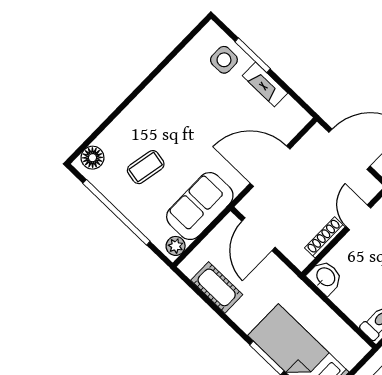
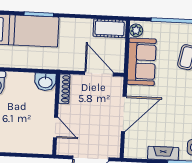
shoe rack: (325, 237) -> (64, 89), moved
cot: (217, 287) -> (110, 28), moved

